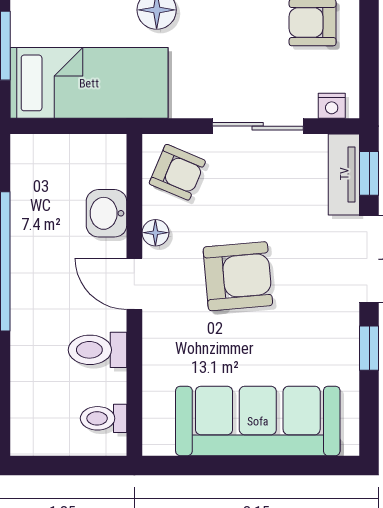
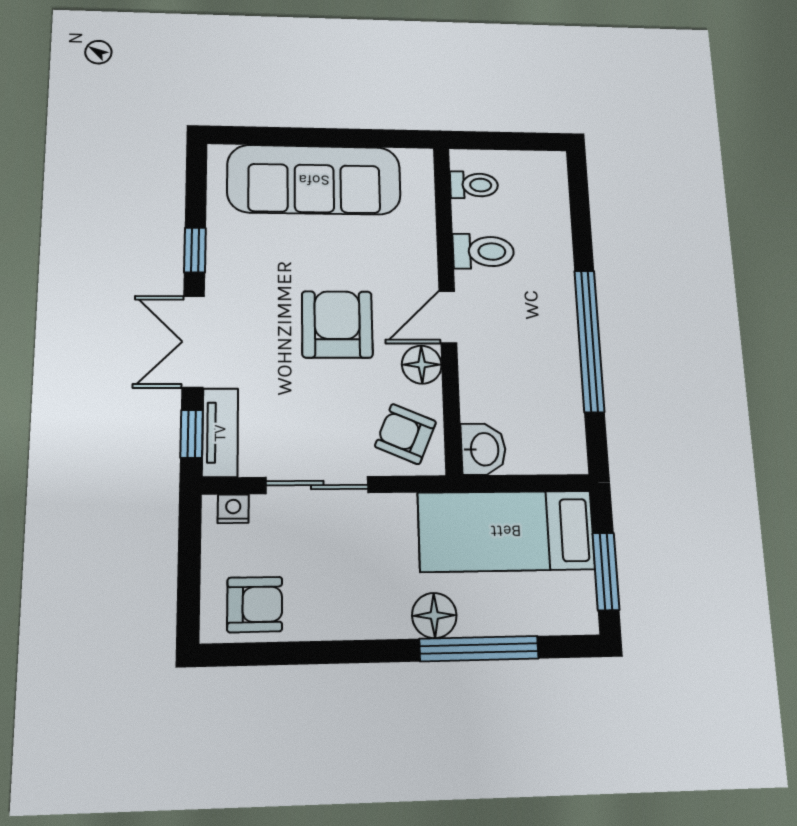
washbasin: (106, 213) -> (483, 449), moved
floor lamp: (155, 233) -> (422, 365), width x1.37, depth x1.37
armchair: (238, 276) -> (337, 324), turned 95
door: (134, 284) -> (448, 317), swing flipped

